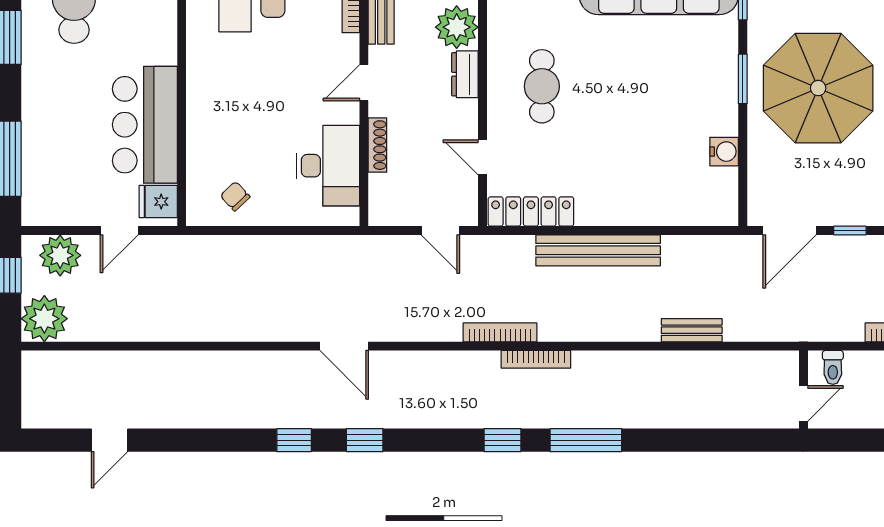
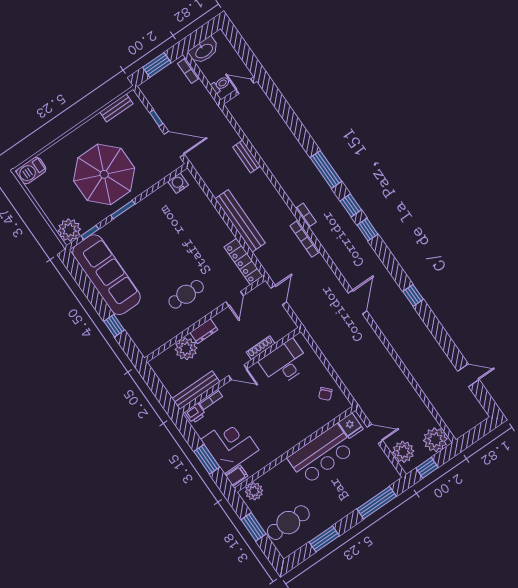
water cooler: (724, 152) -> (178, 183), moved
bookcase: (536, 359) -> (306, 215), width x0.64
window: (365, 440) -> (368, 230), moved

